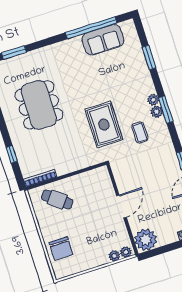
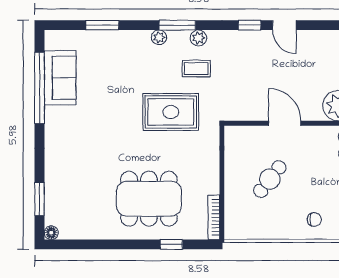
dining table: (39, 105) -> (149, 199), moved
plant: (157, 112) -> (198, 38), moved
cafe table: (57, 200) -> (270, 179), moved
chair: (61, 248) -> (314, 219), width x0.54, depth x0.54

